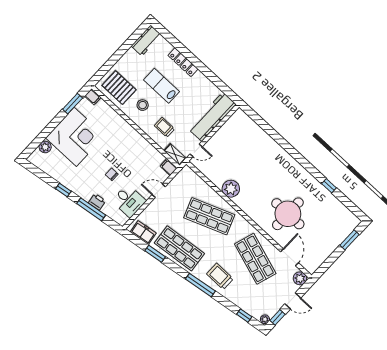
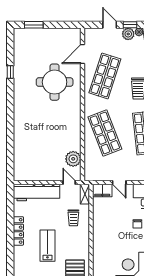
locker: (183, 62) -> (18, 231), moved
lab bench: (161, 86) -> (47, 246), turned 180
stool: (143, 105) -> (72, 246), removed
filing cabinet: (169, 167) -> (102, 191), width x2.00
plant: (231, 189) -> (73, 159), moved
plant: (300, 278) -> (128, 34), moved

